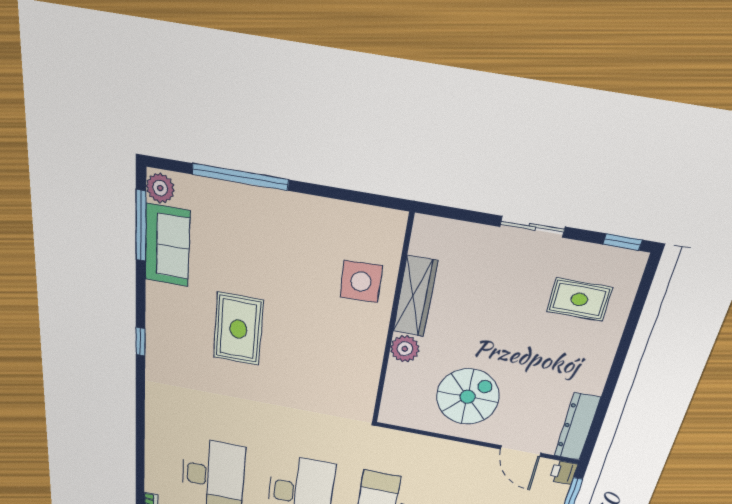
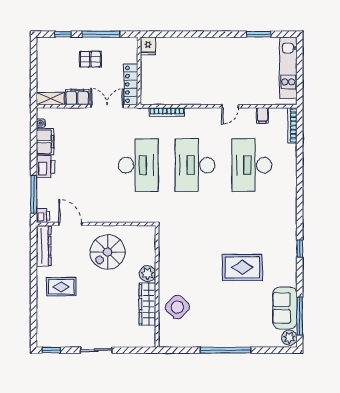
window: (240, 177) -> (226, 350), moved
side table: (361, 282) -> (177, 307), turned 45
rug: (579, 300) -> (61, 287), moved
rug: (238, 329) -> (242, 267), turned 90

